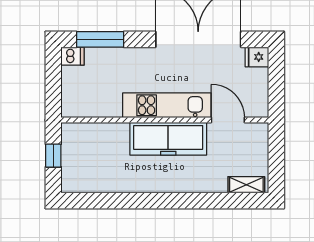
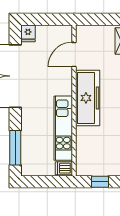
dishwasher: (73, 56) -> (64, 168), moved, turned -90
kitchen unit: (167, 105) -> (63, 128), moved

